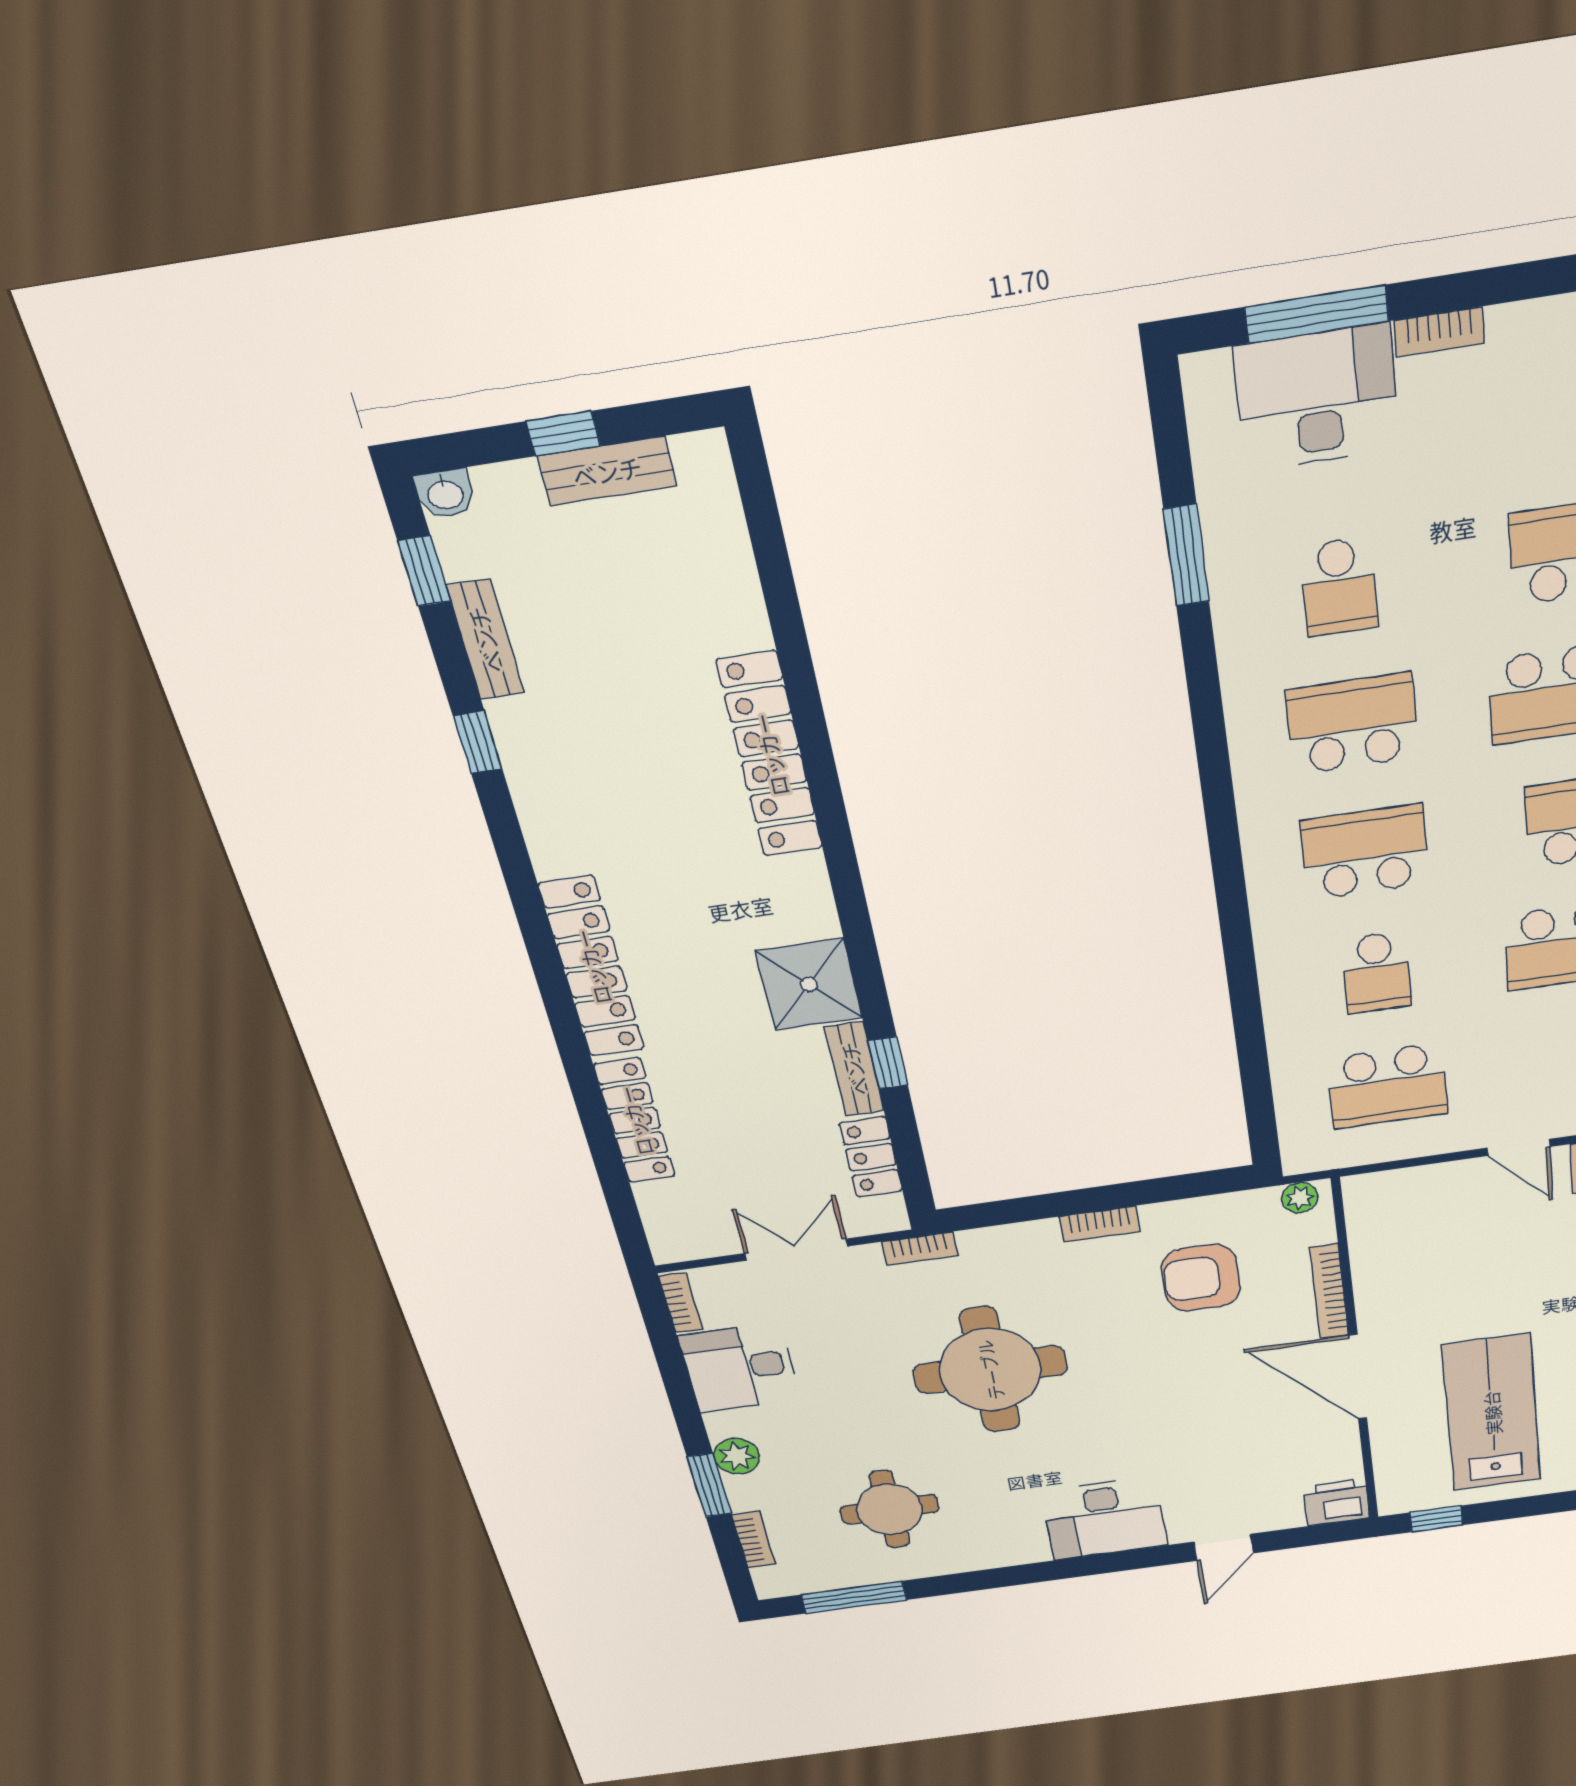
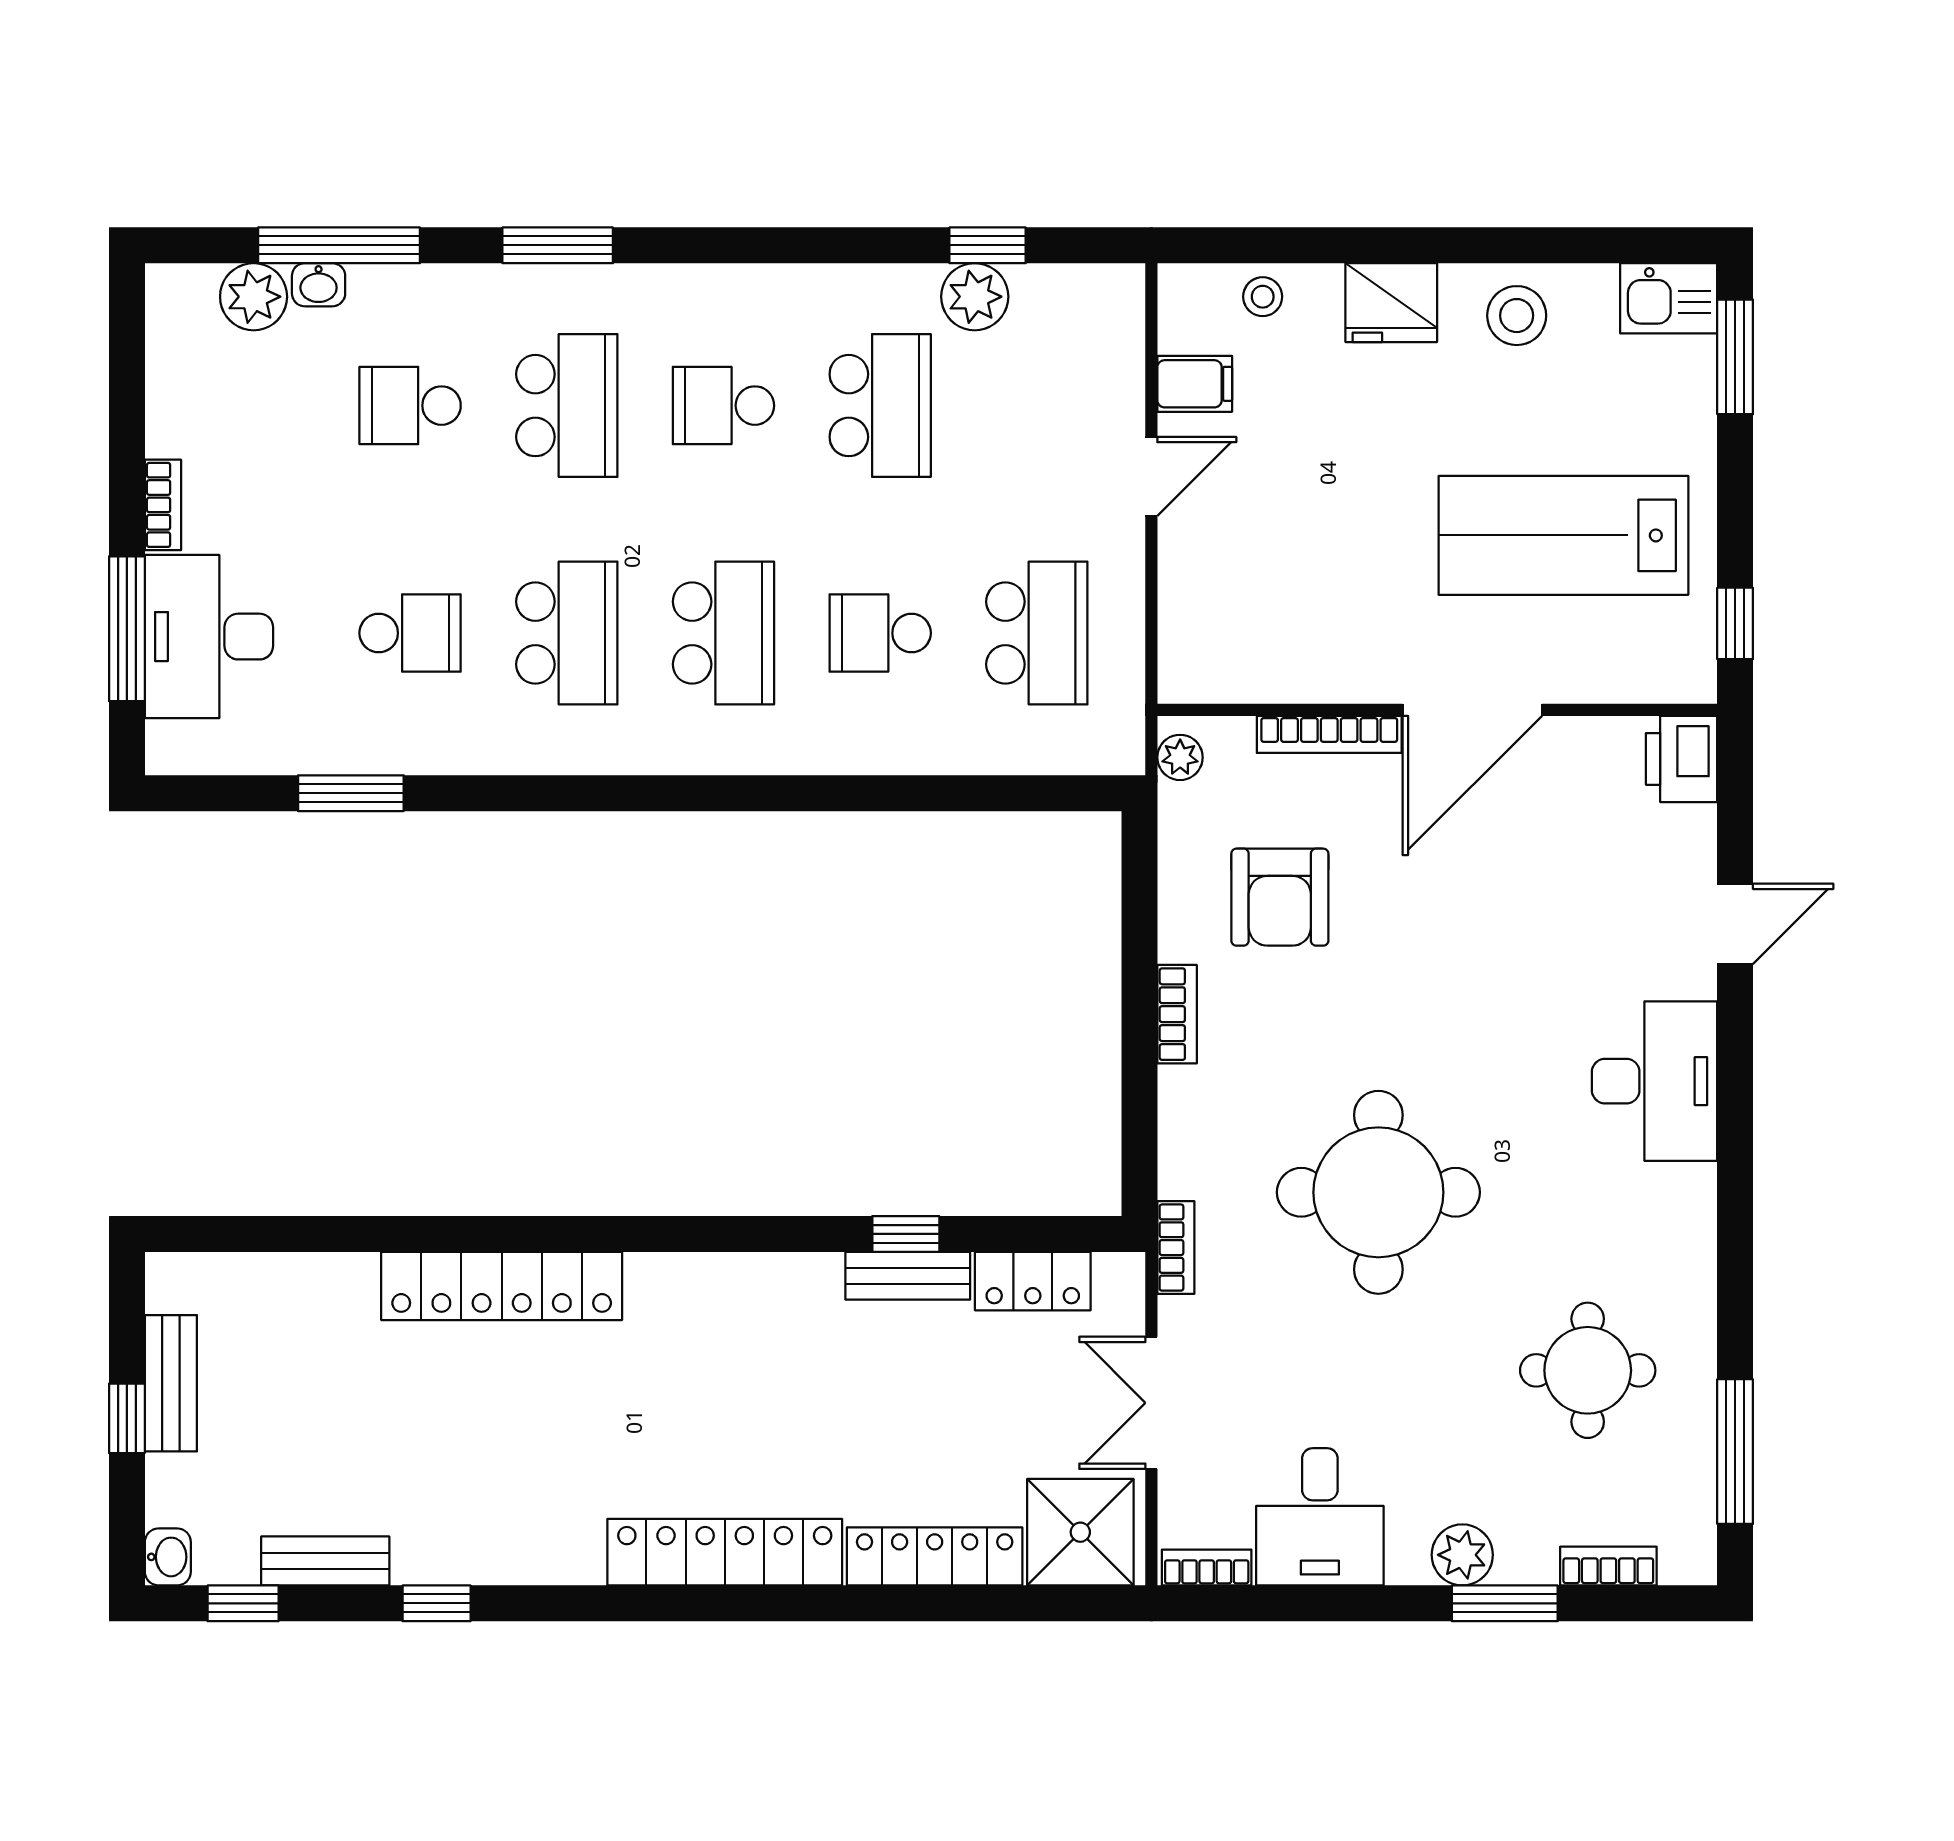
school desk: (1352, 724) -> (567, 633), turned 180
school desk: (1365, 852) -> (723, 633), turned 180
school desk: (1376, 973) -> (880, 633), turned 180
shower: (809, 984) -> (1080, 1532), moved
door: (1224, 1548) -> (1735, 924), hinge flipped

